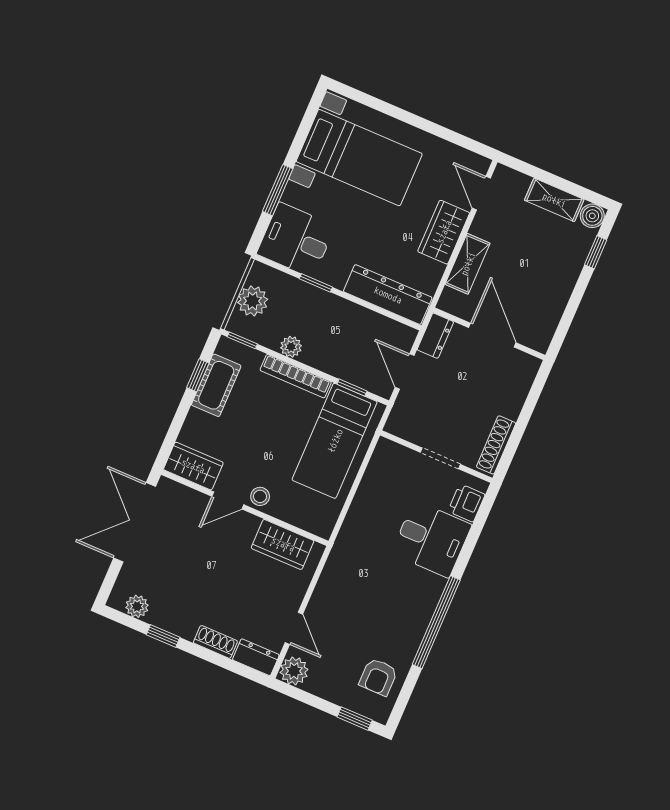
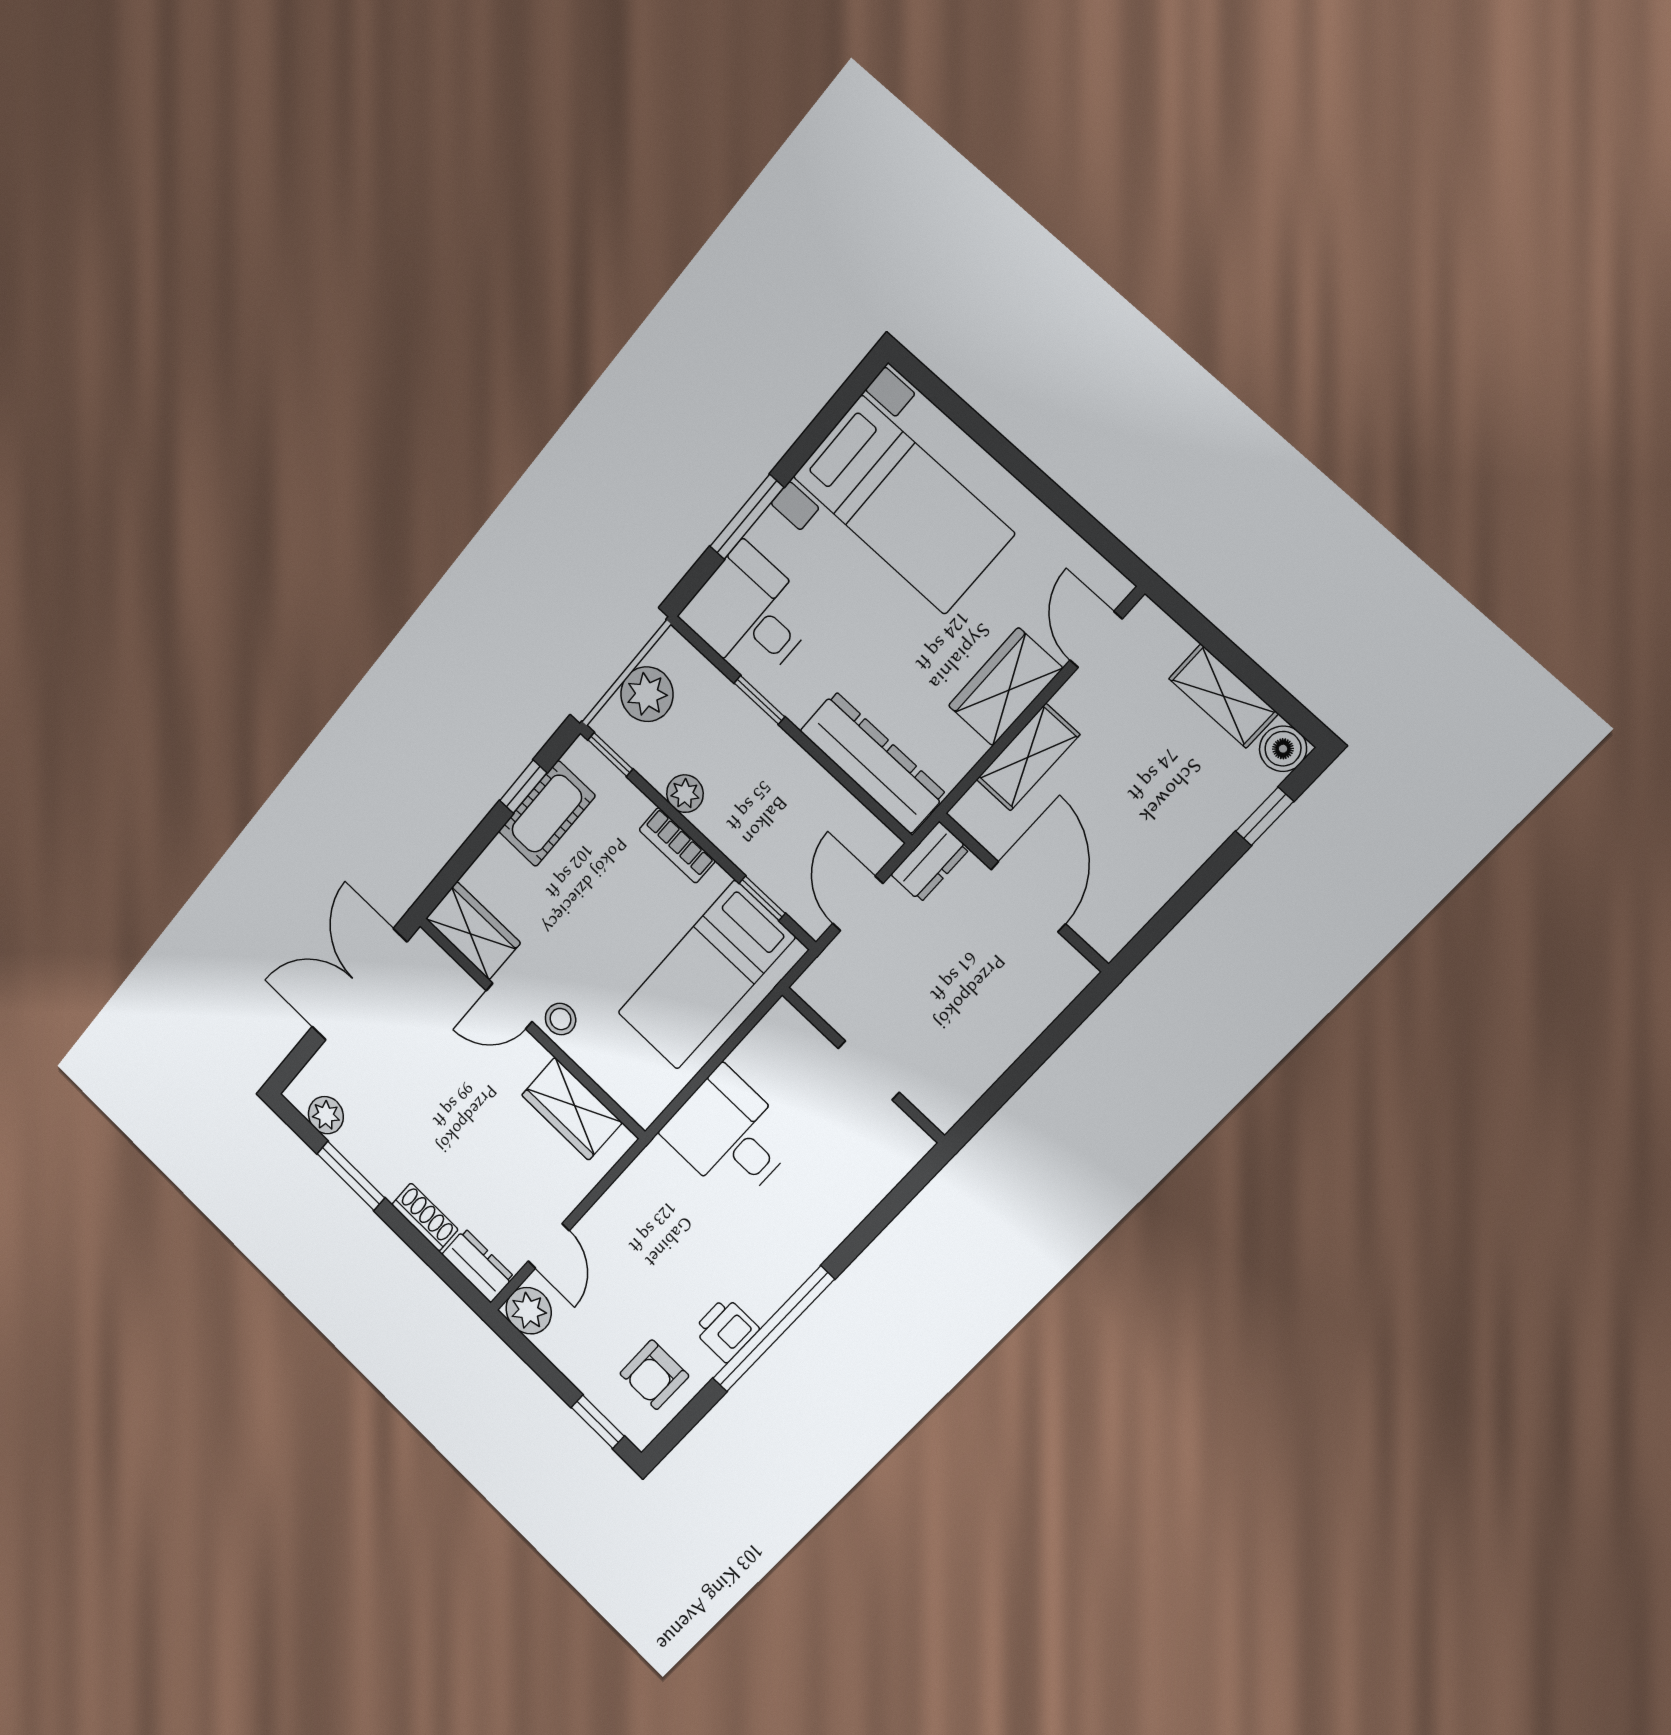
bookcase: (296, 376) -> (677, 845), width x0.64
shoe rack: (496, 445) -> (970, 1084), removed
printer: (466, 503) -> (726, 1329), moved
desk: (431, 539) -> (730, 1135), moved, turned 180
window: (163, 636) -> (351, 1176), width x1.50

